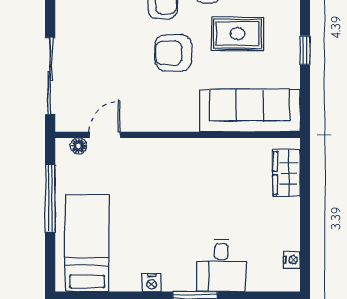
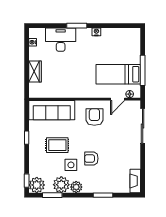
armchair: (173, 53) -> (94, 117), moved, turned -90
wardrobe: (286, 173) -> (35, 71), moved
bed: (87, 243) -> (118, 74), moved, turned 90
desk: (221, 266) -> (61, 40), width x1.37

